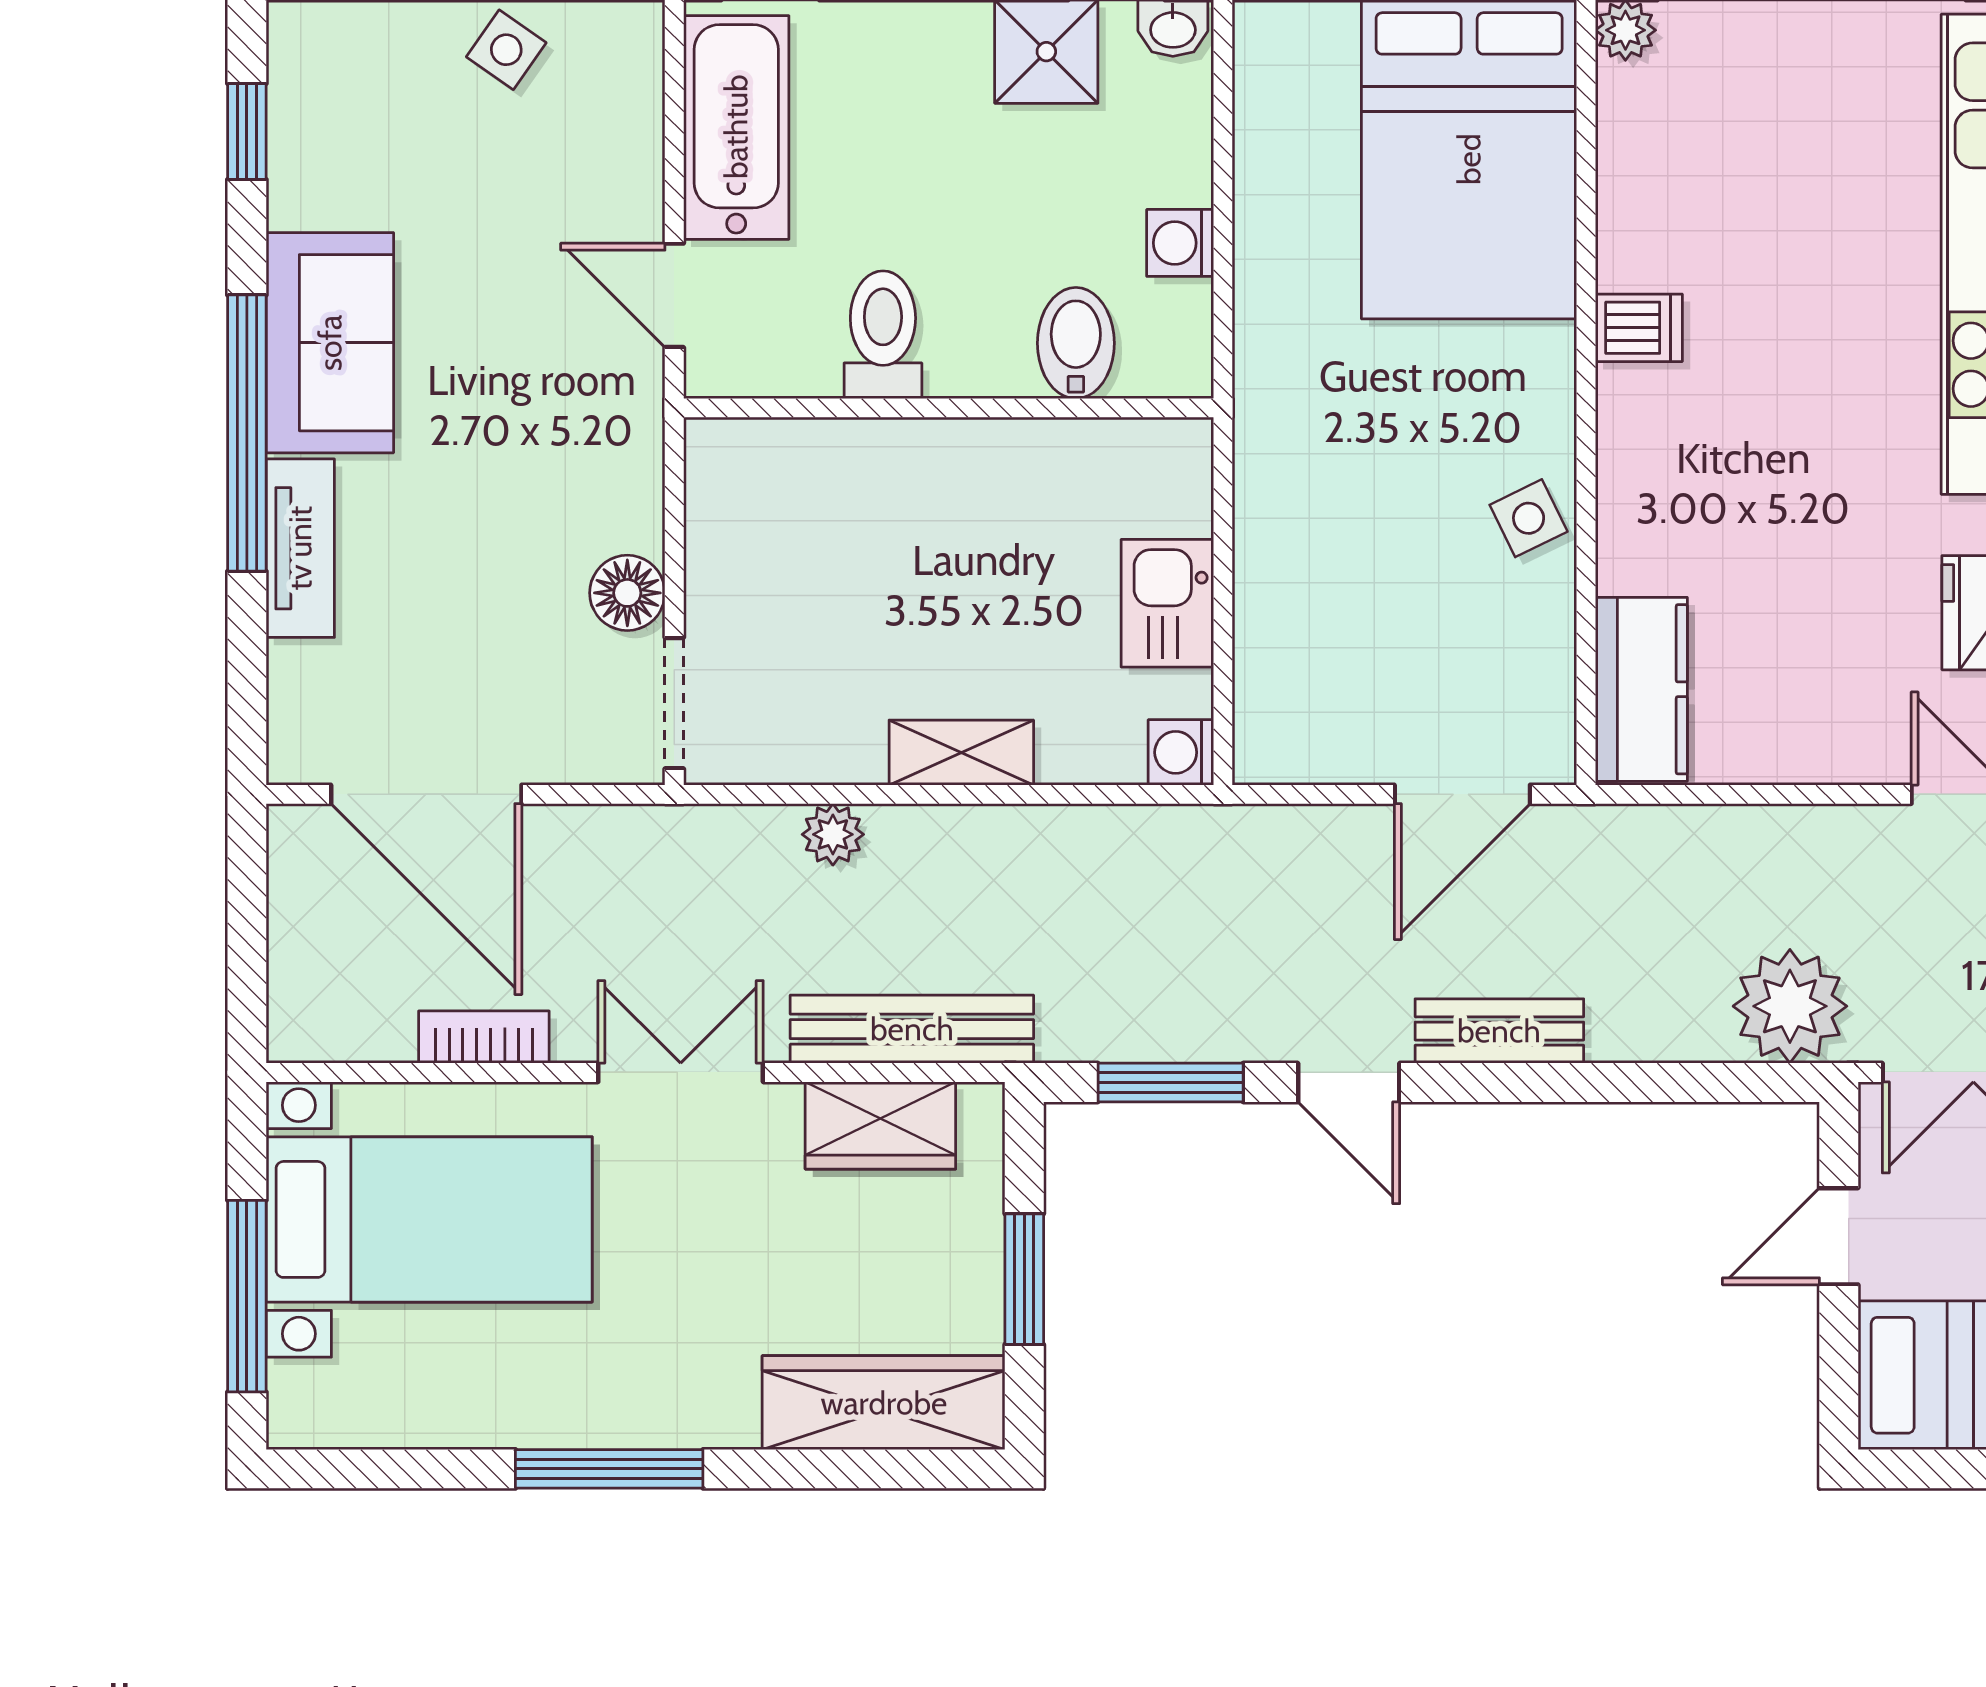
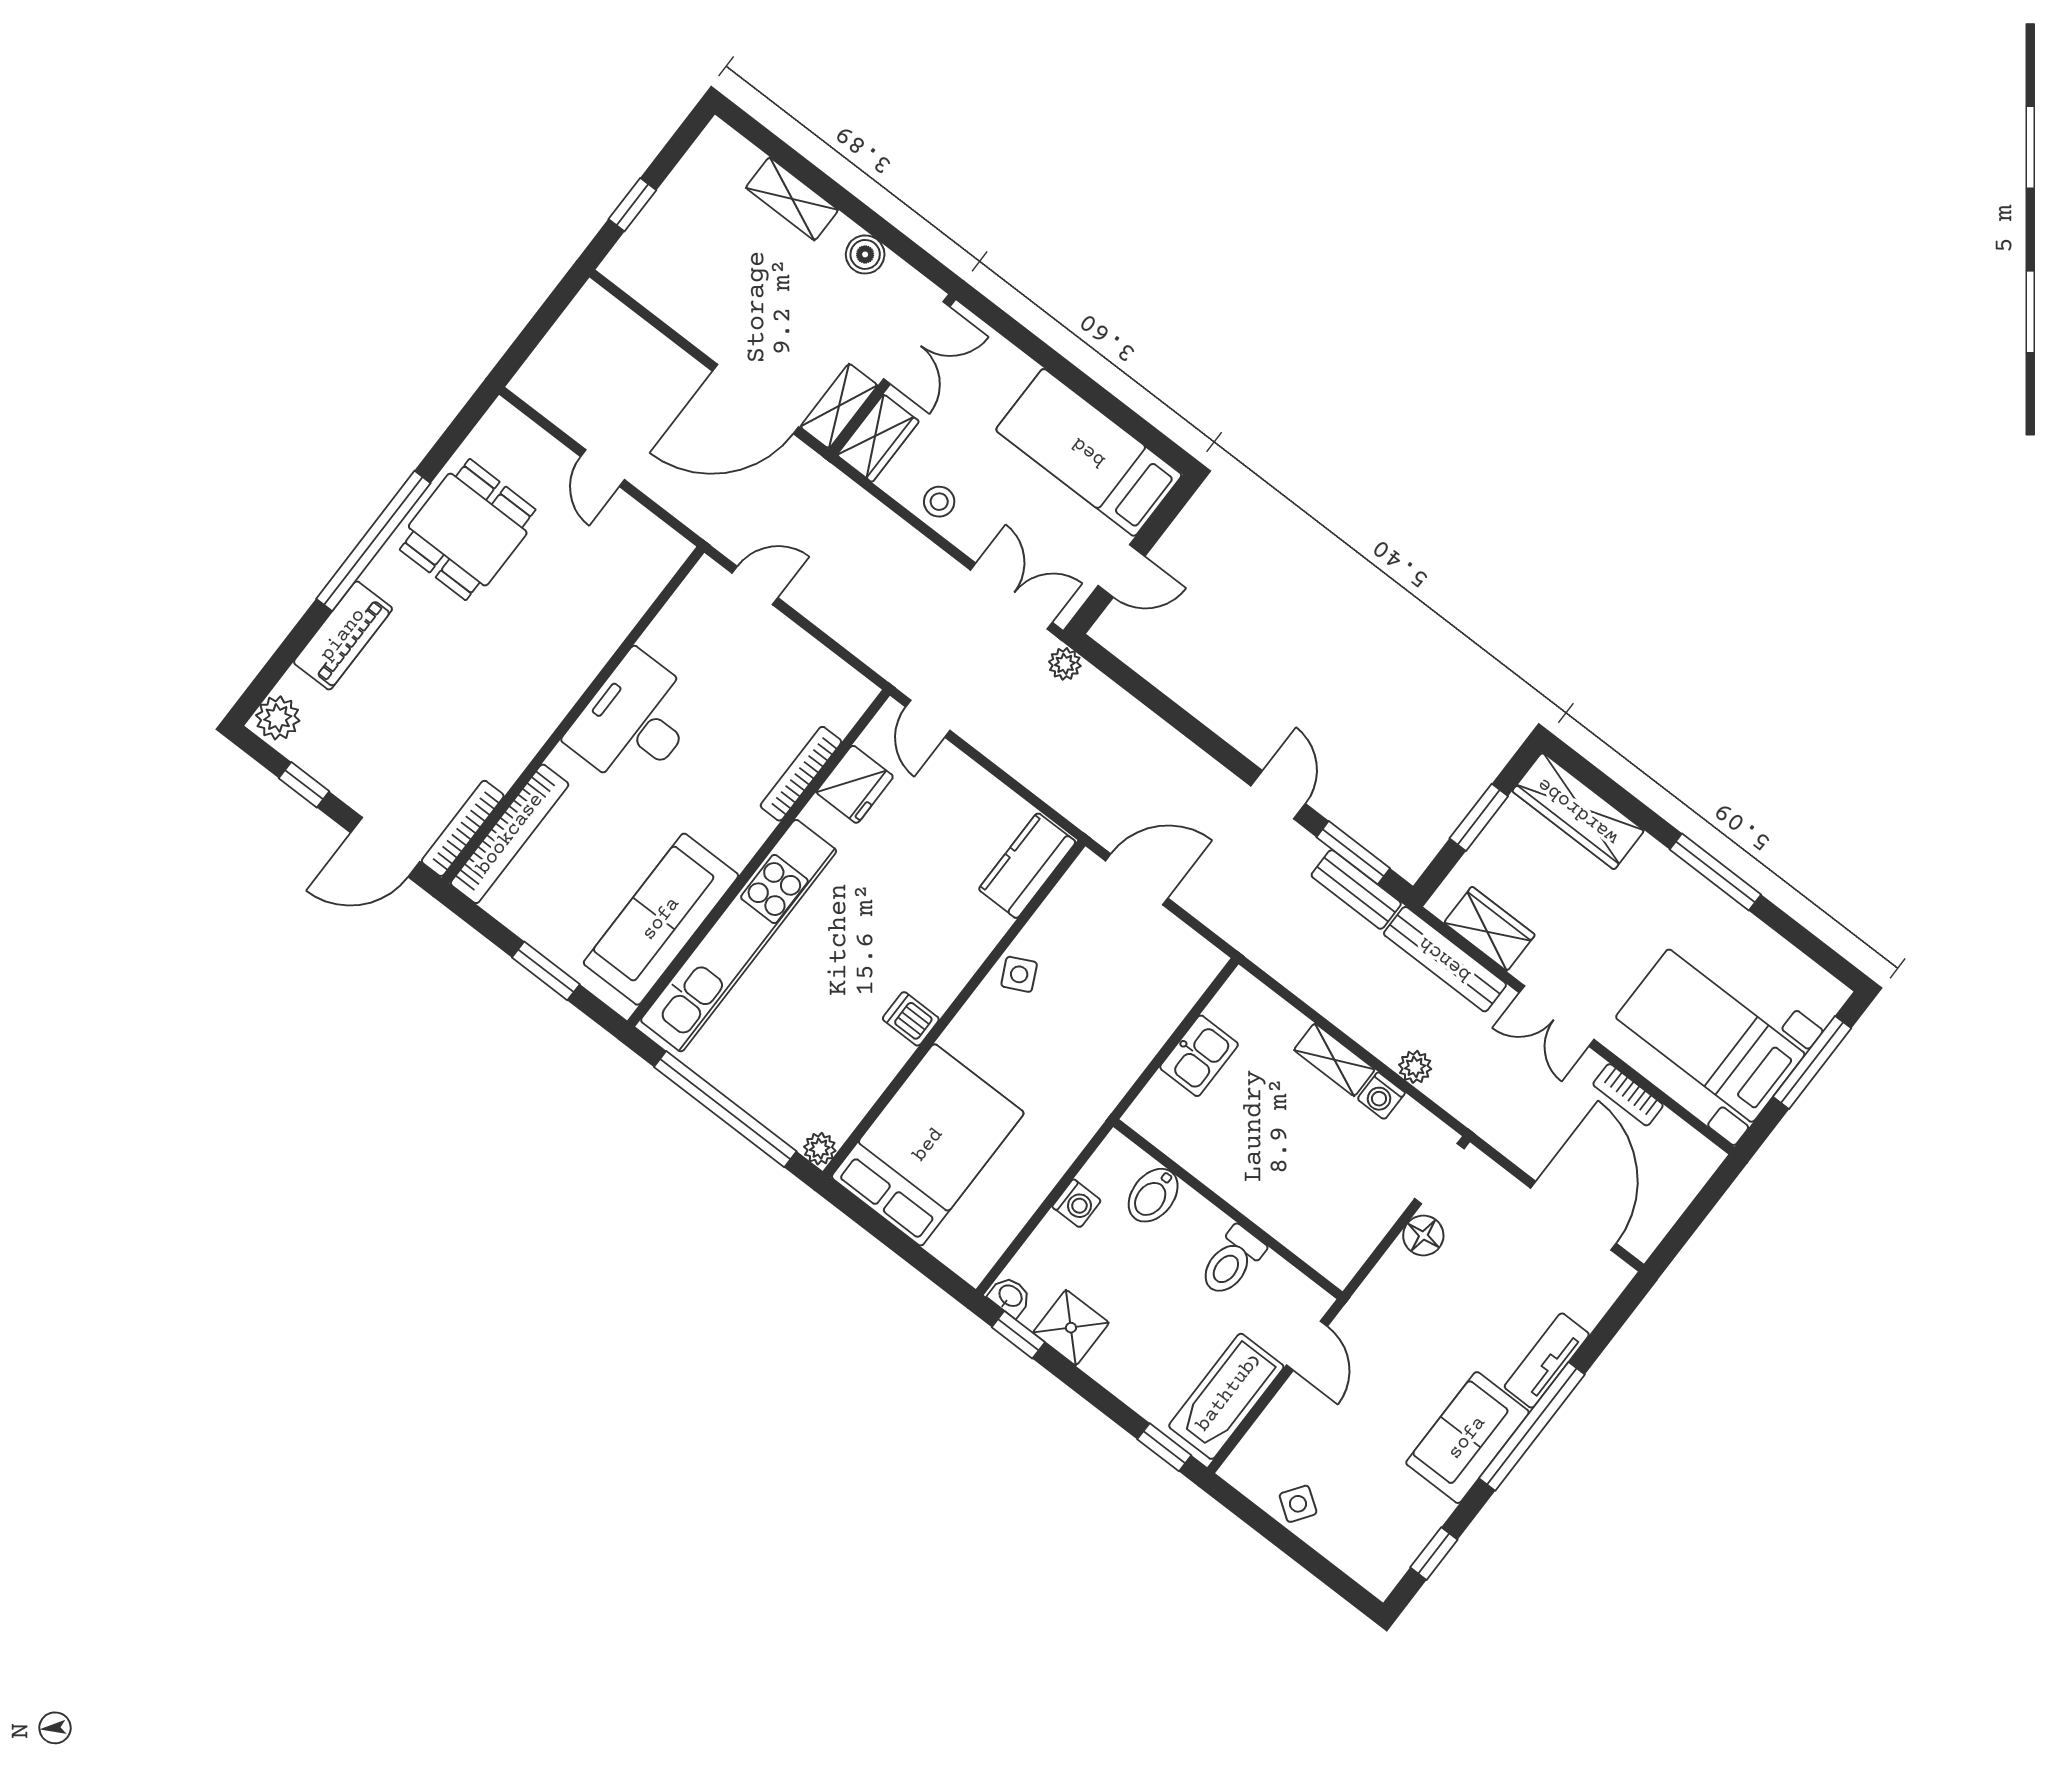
washing machine: (1181, 752) -> (1381, 1096), moved, turned 90
plant: (1790, 1006) -> (1065, 664), width x0.53, depth x0.53
bench: (1499, 1031) -> (1356, 889), moved

